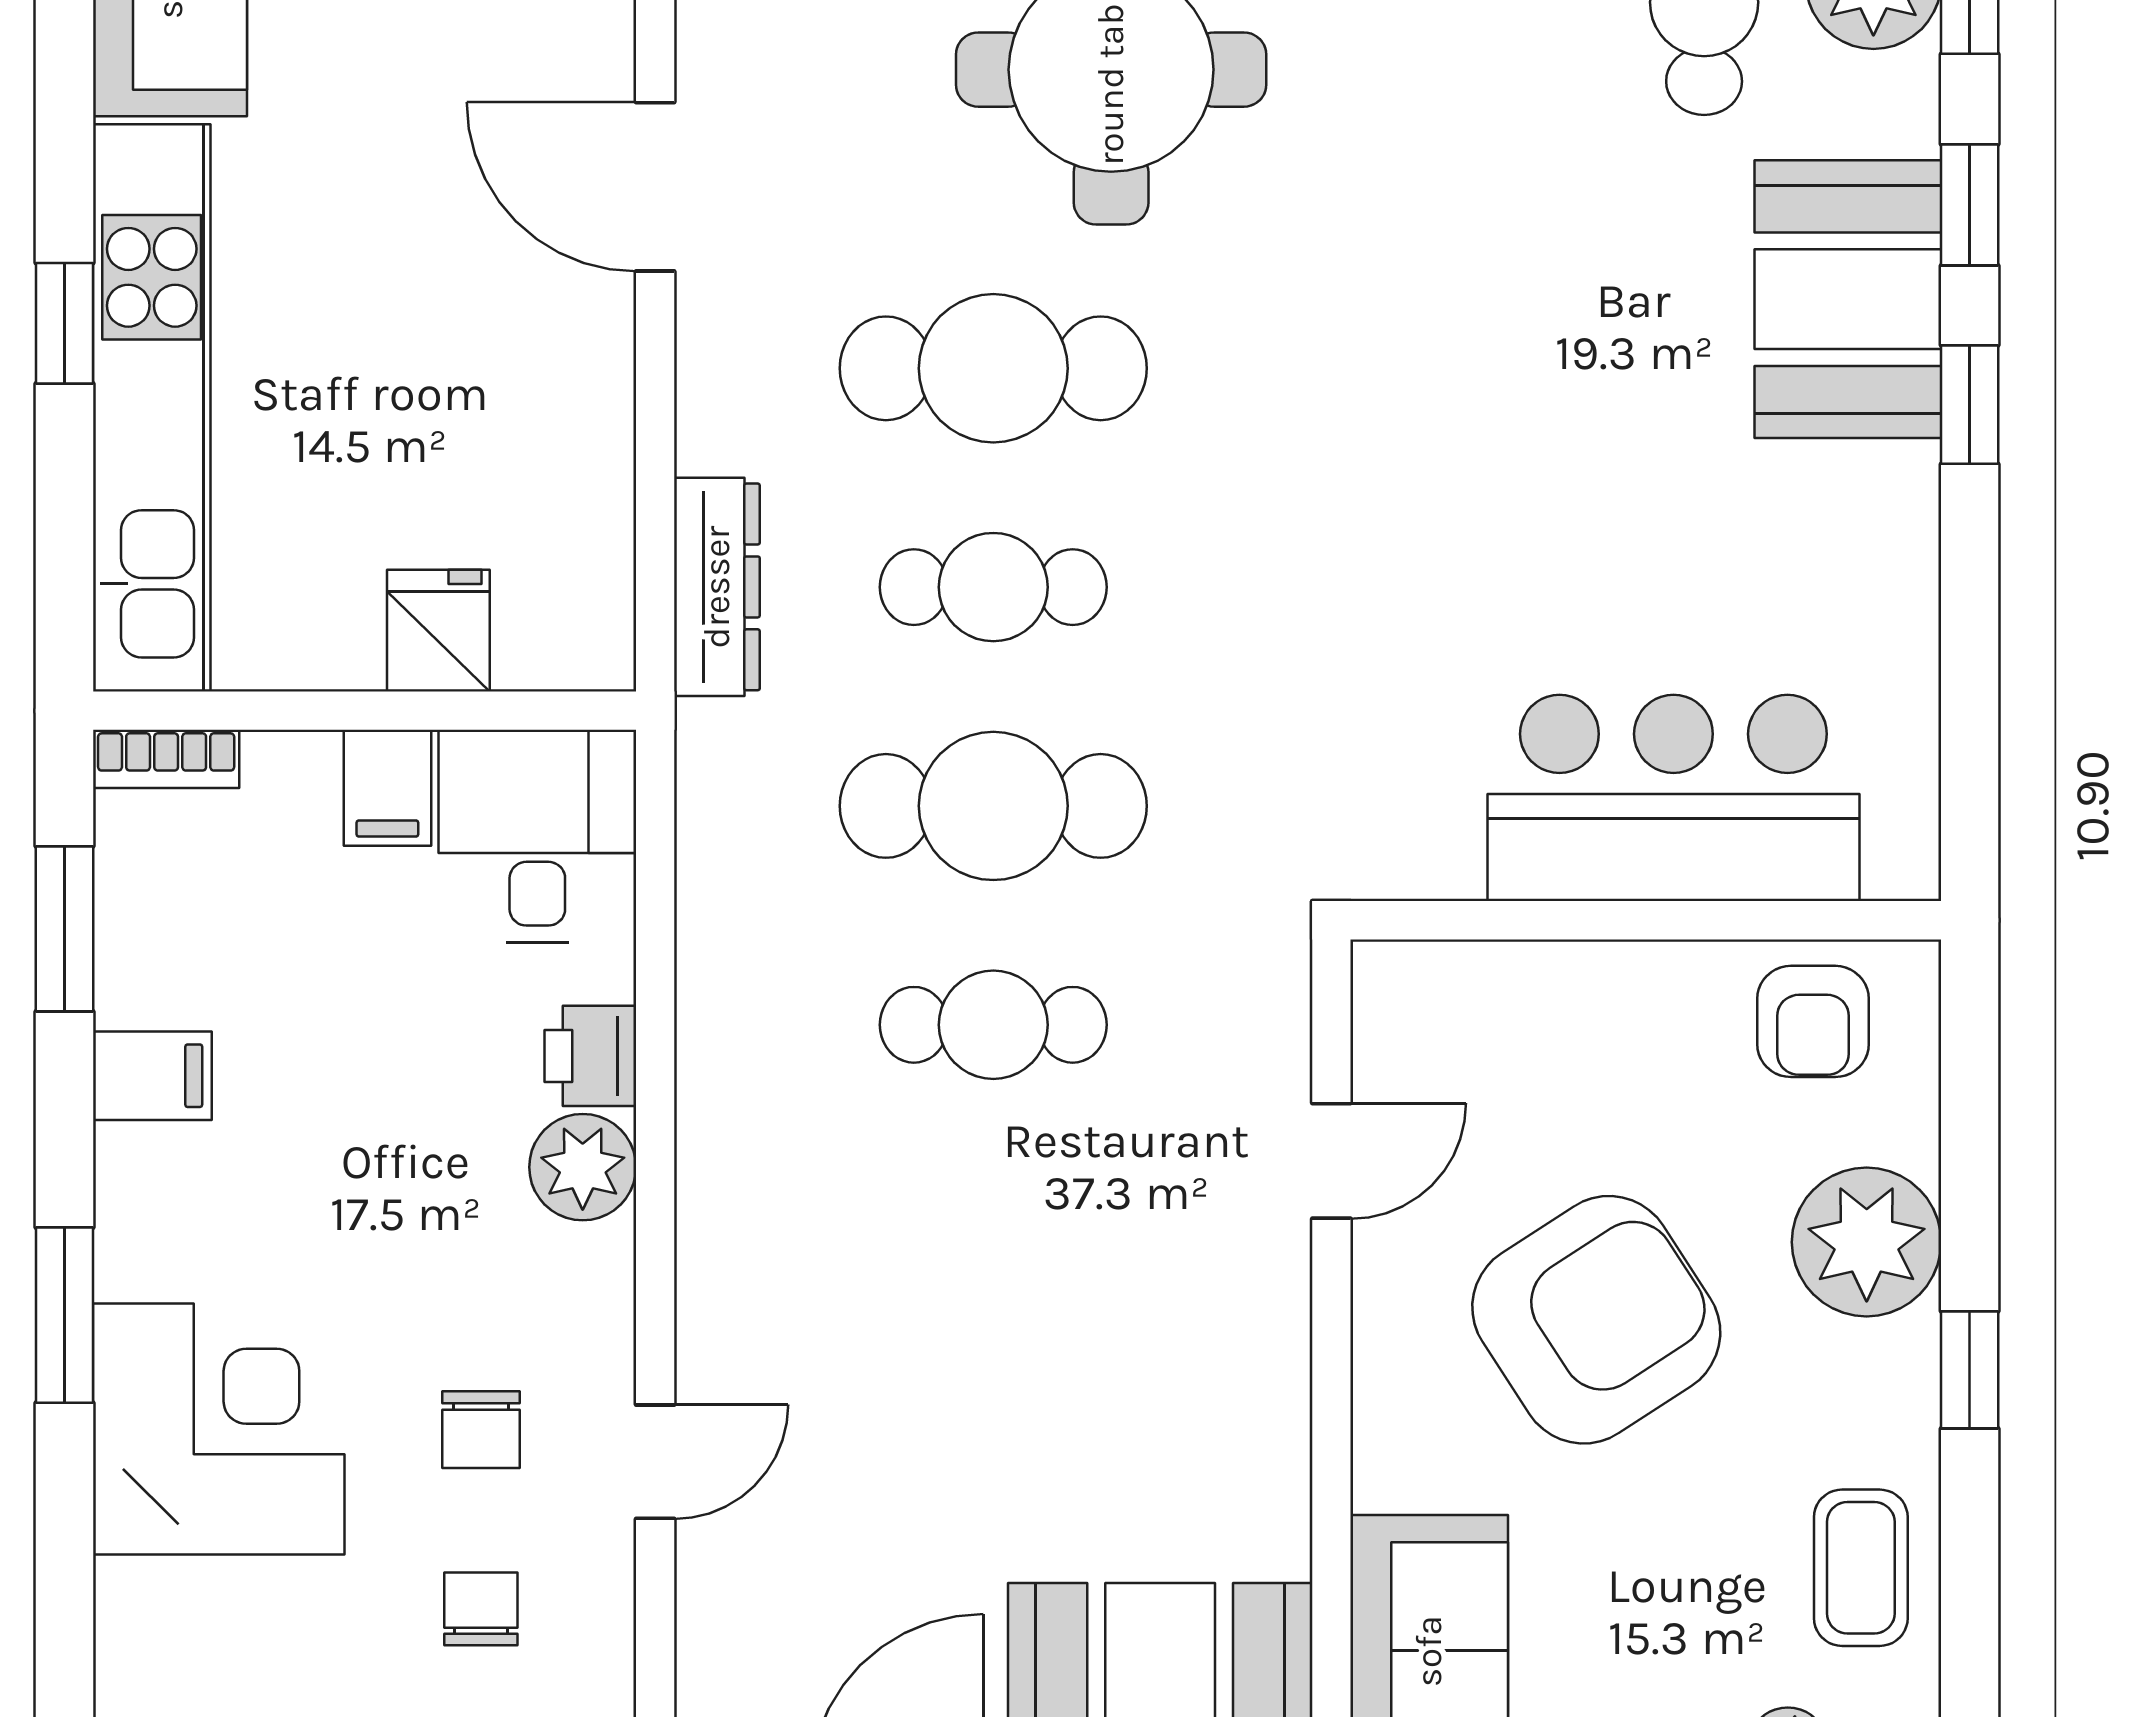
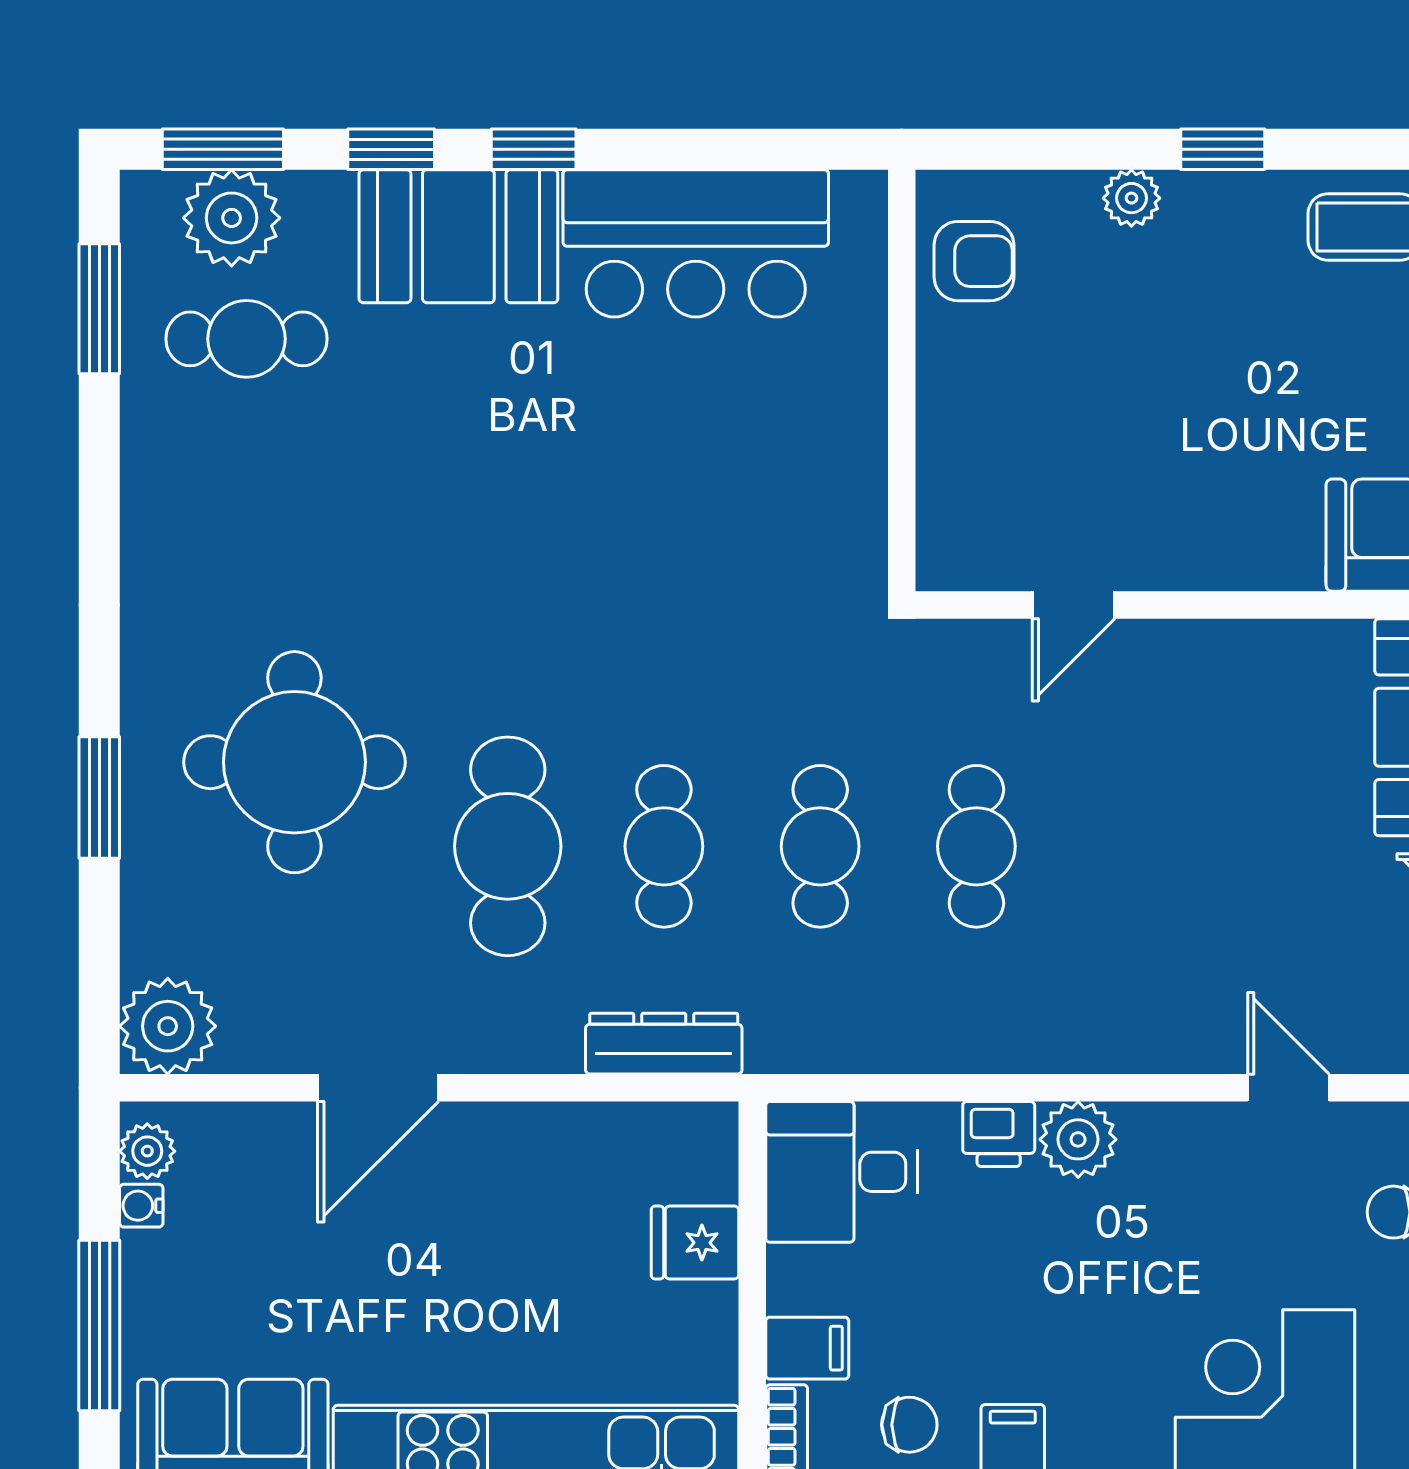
filing cabinet: (387, 788) -> (807, 1348), moved
bar counter: (1673, 798) -> (696, 243), moved, turned -90
cafe table: (993, 806) -> (820, 846), width x0.73, depth x0.74
door: (1331, 1161) -> (1074, 605), swing flipped
plant: (1867, 1242) -> (1131, 198), width x0.53, depth x0.53
armchair: (1596, 1320) -> (1187, 416), removed
chair: (481, 1430) -> (909, 1425), moved

